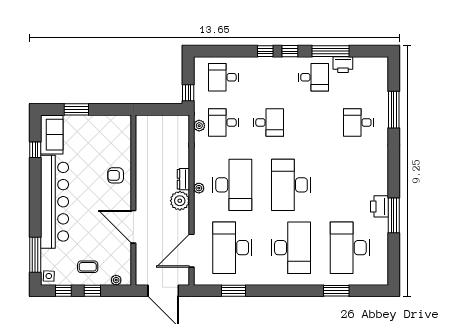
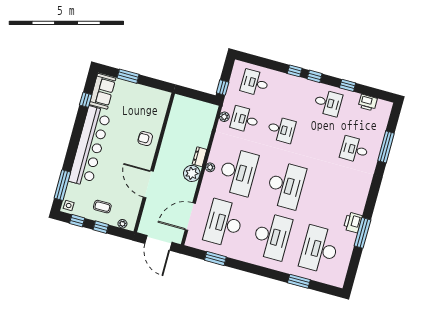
window: (331, 51) -> (348, 85), width x0.46
printer: (343, 65) -> (368, 103), moved
desk: (291, 185) -> (286, 185), turned 180

